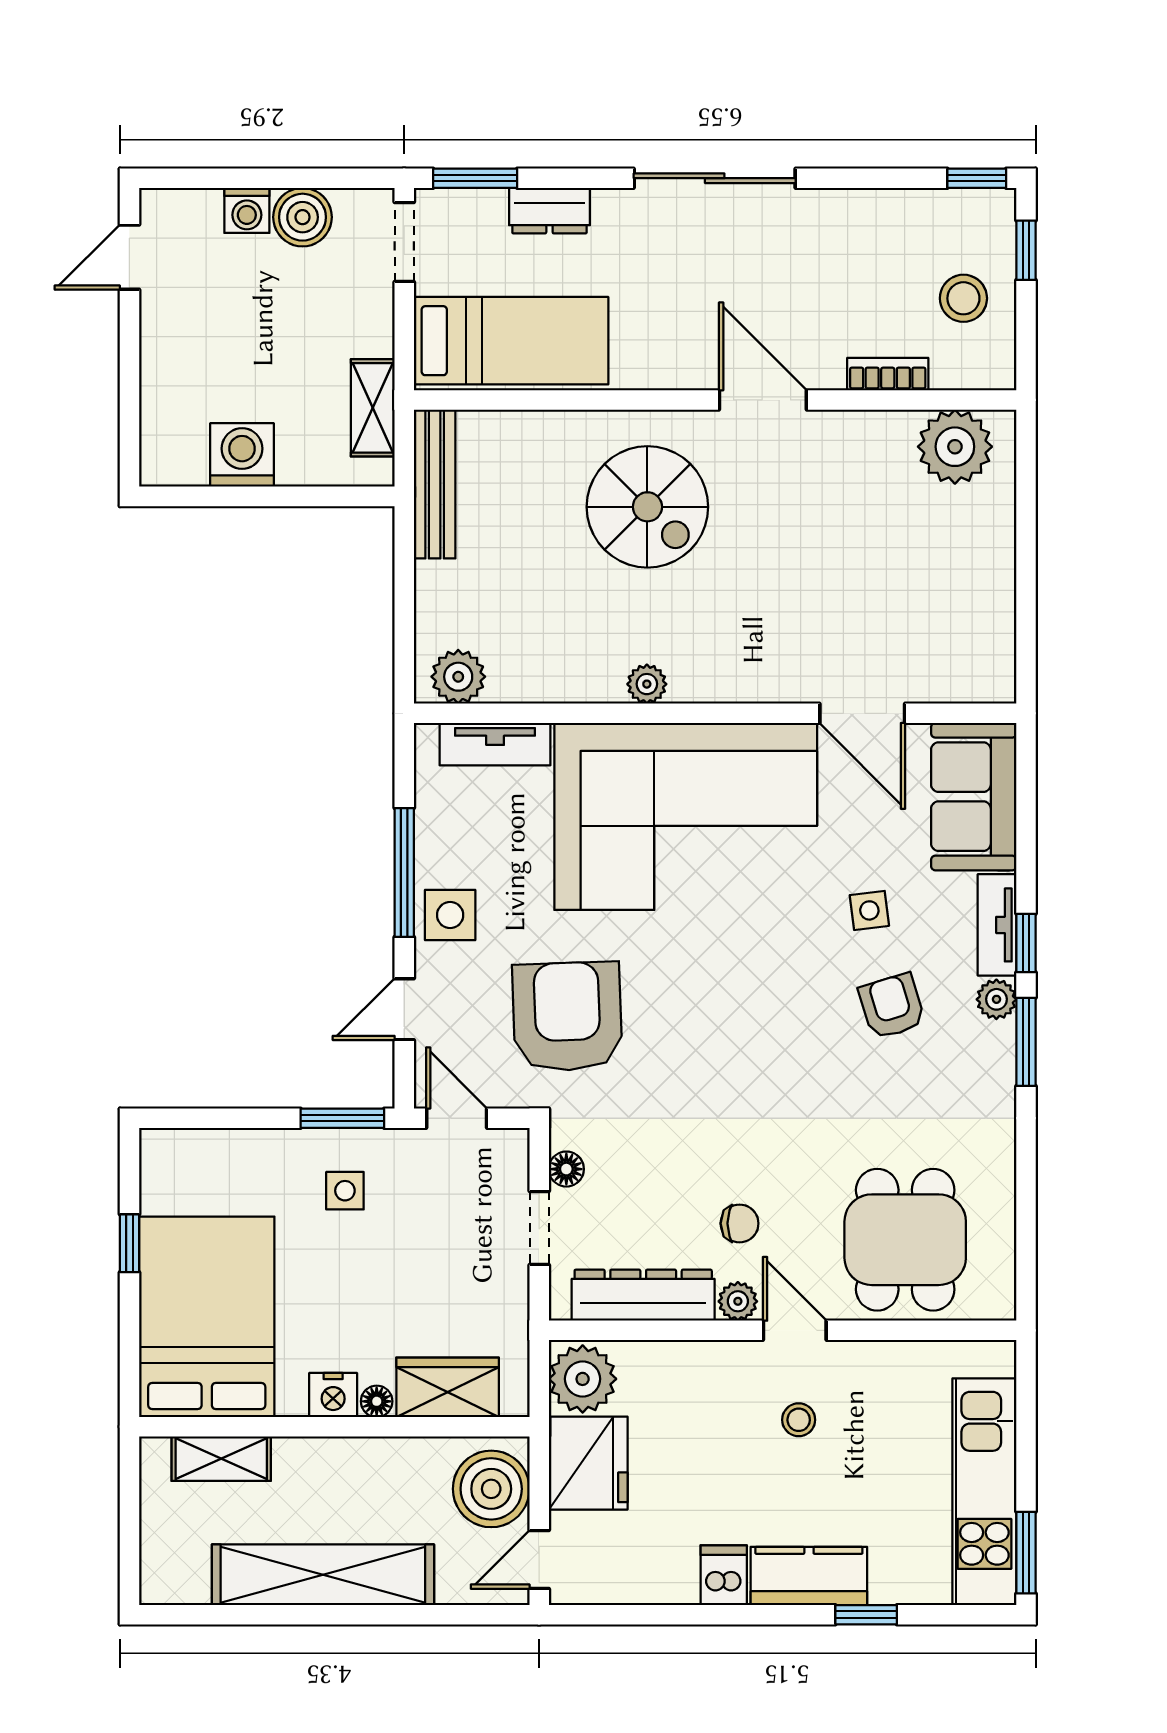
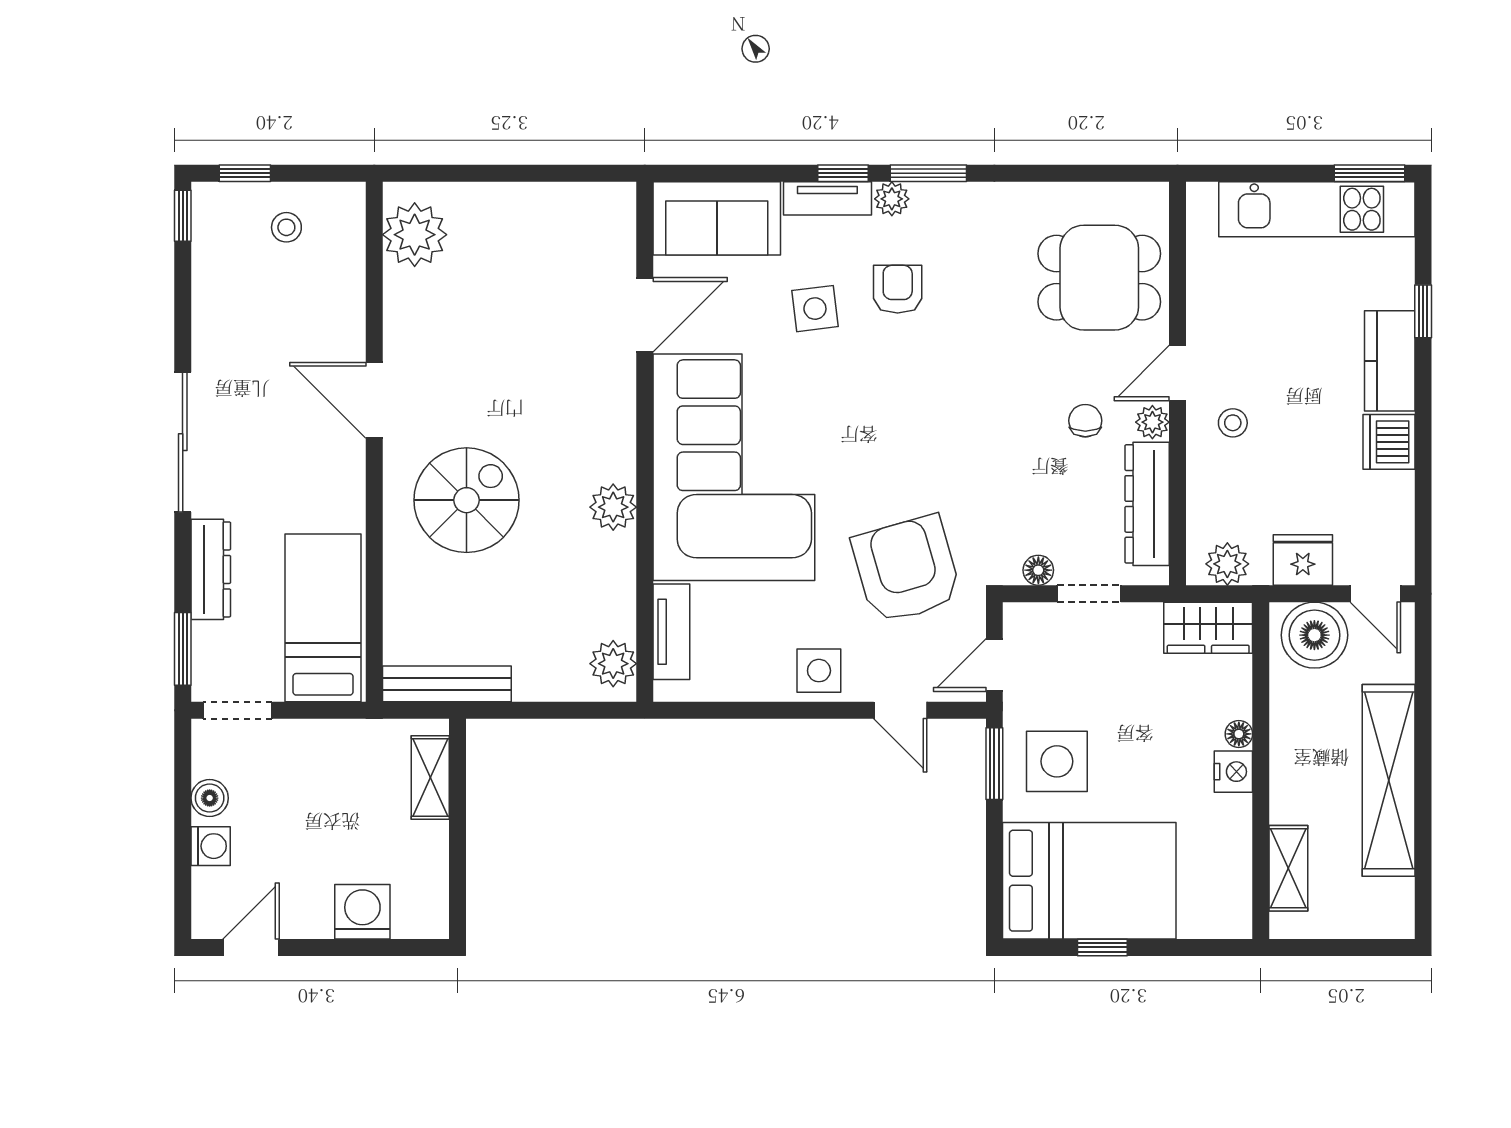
dresser: (549, 211) -> (211, 569), width x1.44
boiler: (303, 217) -> (210, 798), width x0.73, depth x0.73
door: (129, 257) -> (251, 947), swing flipped
stool: (963, 298) -> (286, 227), width x0.73, depth x0.73
bookcase: (888, 374) -> (352, 293), removed
door: (763, 400) -> (374, 400), hinge flipped
shelving: (373, 408) -> (430, 778), moved, turned 90
washing machine: (242, 455) -> (362, 912), moved, turned 90
plant: (647, 684) -> (613, 507), width x1.38, depth x1.38
window: (404, 873) -> (782, 710), removed
side table: (869, 910) -> (815, 309), width x1.37, depth x1.37
armchair: (892, 1006) -> (898, 289), turned 107
armchair: (567, 1017) -> (907, 569), turned 76
side table: (345, 1191) -> (1057, 761), width x1.87, depth x1.87
bed: (207, 1317) -> (1089, 881), moved, turned 180
plant: (583, 1379) -> (1227, 564), width x0.73, depth x0.73
wardrobe: (448, 1387) -> (1208, 628), moved, turned -90
stool: (799, 1420) -> (1233, 423), moved
fridge: (588, 1463) -> (1303, 560), width x0.73, depth x0.75
dishwasher: (724, 1575) -> (1389, 442), width x1.38

